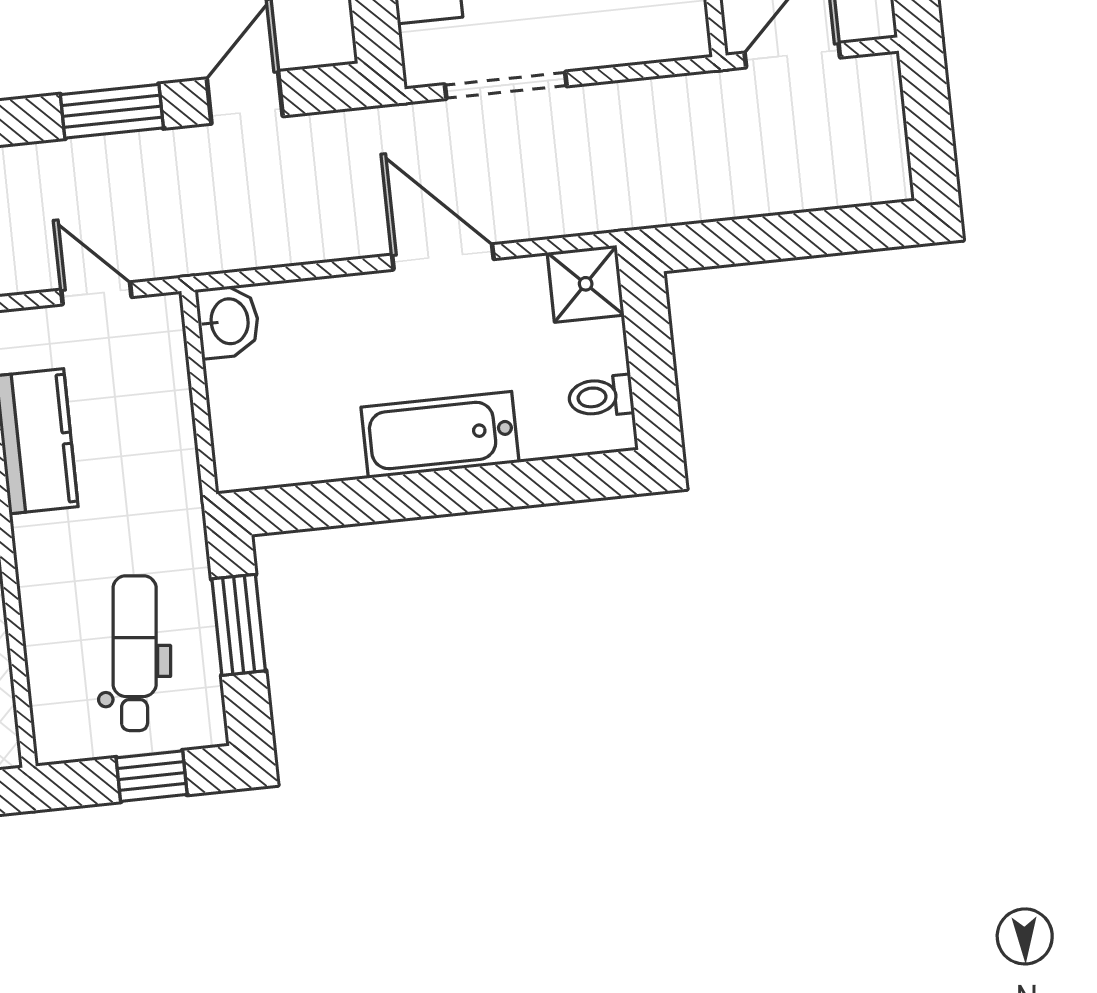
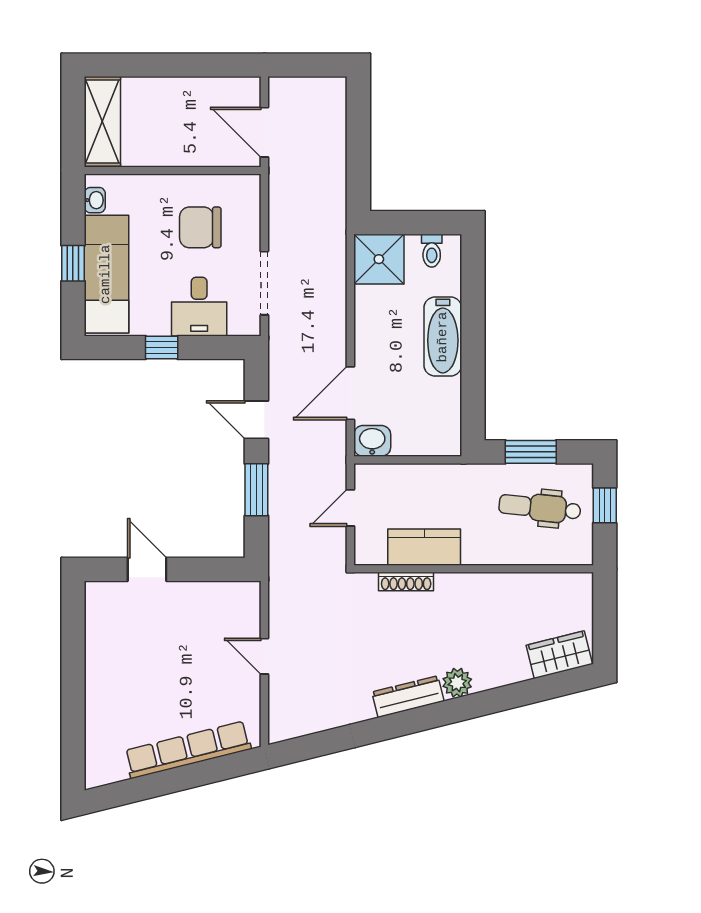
door: (443, 257) -> (350, 393), moved
shower: (586, 284) -> (379, 259), width x1.36, depth x1.36

